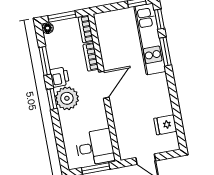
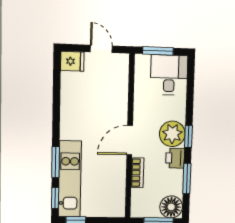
floor lamp: (48, 28) -> (171, 207), width x1.89, depth x1.89
bookcase: (86, 29) -> (136, 203), removed
fridge: (165, 125) -> (72, 61), moved
desk: (95, 147) -> (169, 75), moved, turned 90

